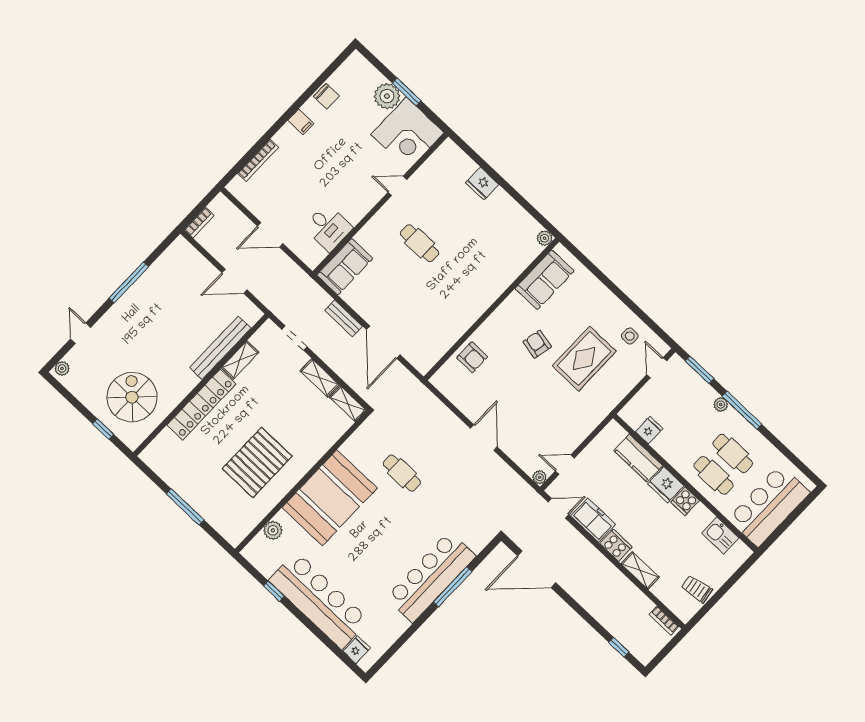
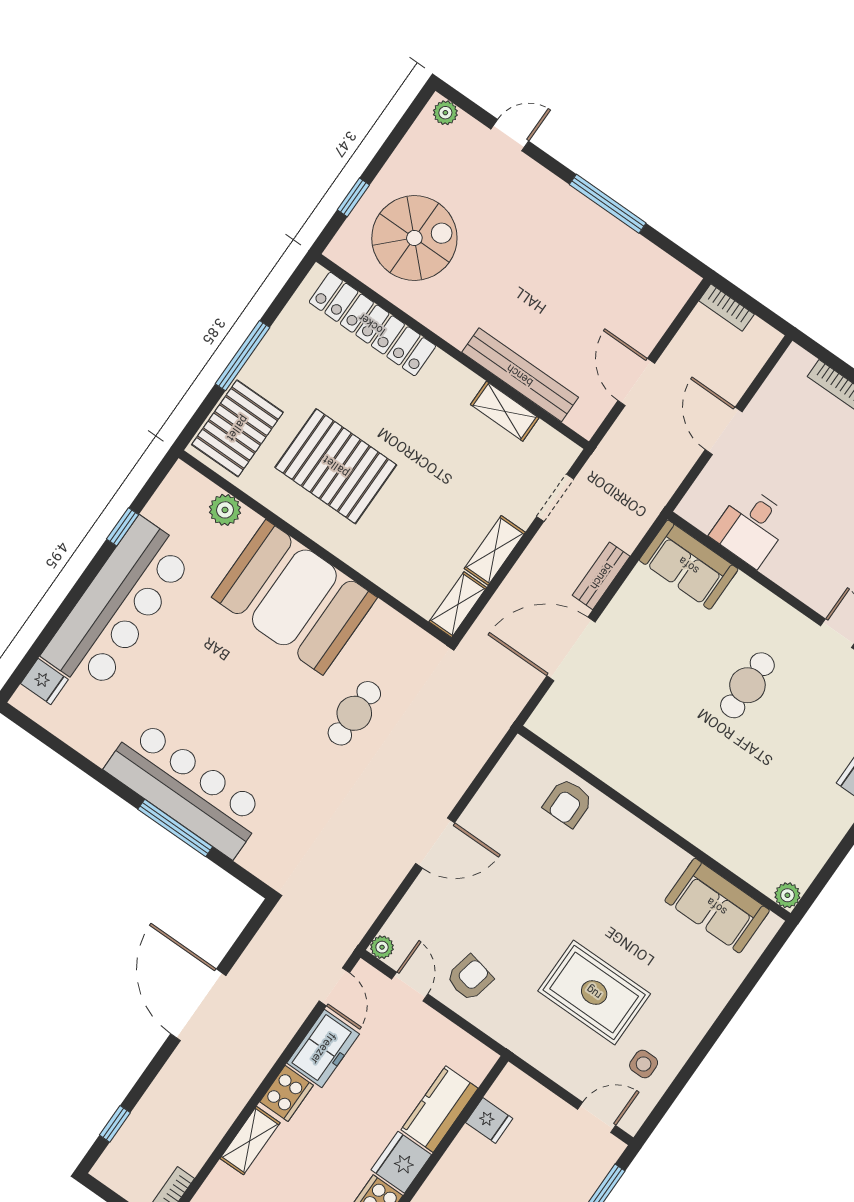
armchair: (537, 344) -> (470, 978), moved
locker: (201, 404) -> (372, 324), moved
pallet: (227, 516) -> (237, 428), added
door: (537, 569) -> (198, 1005), moved

